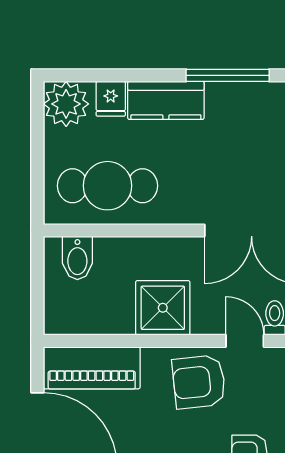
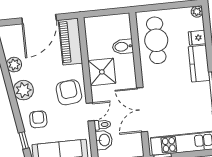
plant: (66, 104) -> (197, 12), width x0.53, depth x0.53
bidet: (77, 258) -> (123, 47), moved

